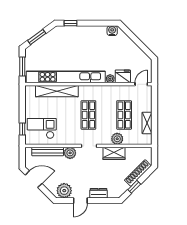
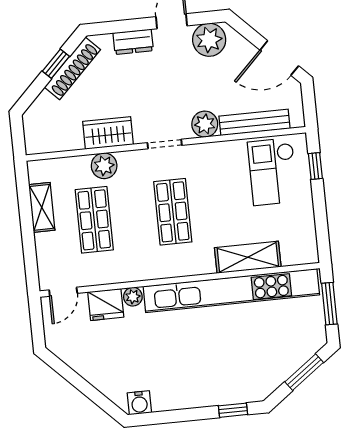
shelving: (57, 91) -> (248, 257), width x0.68
checkout: (42, 128) -> (273, 172), turned 90
shoe rack: (138, 173) -> (72, 68), moved

